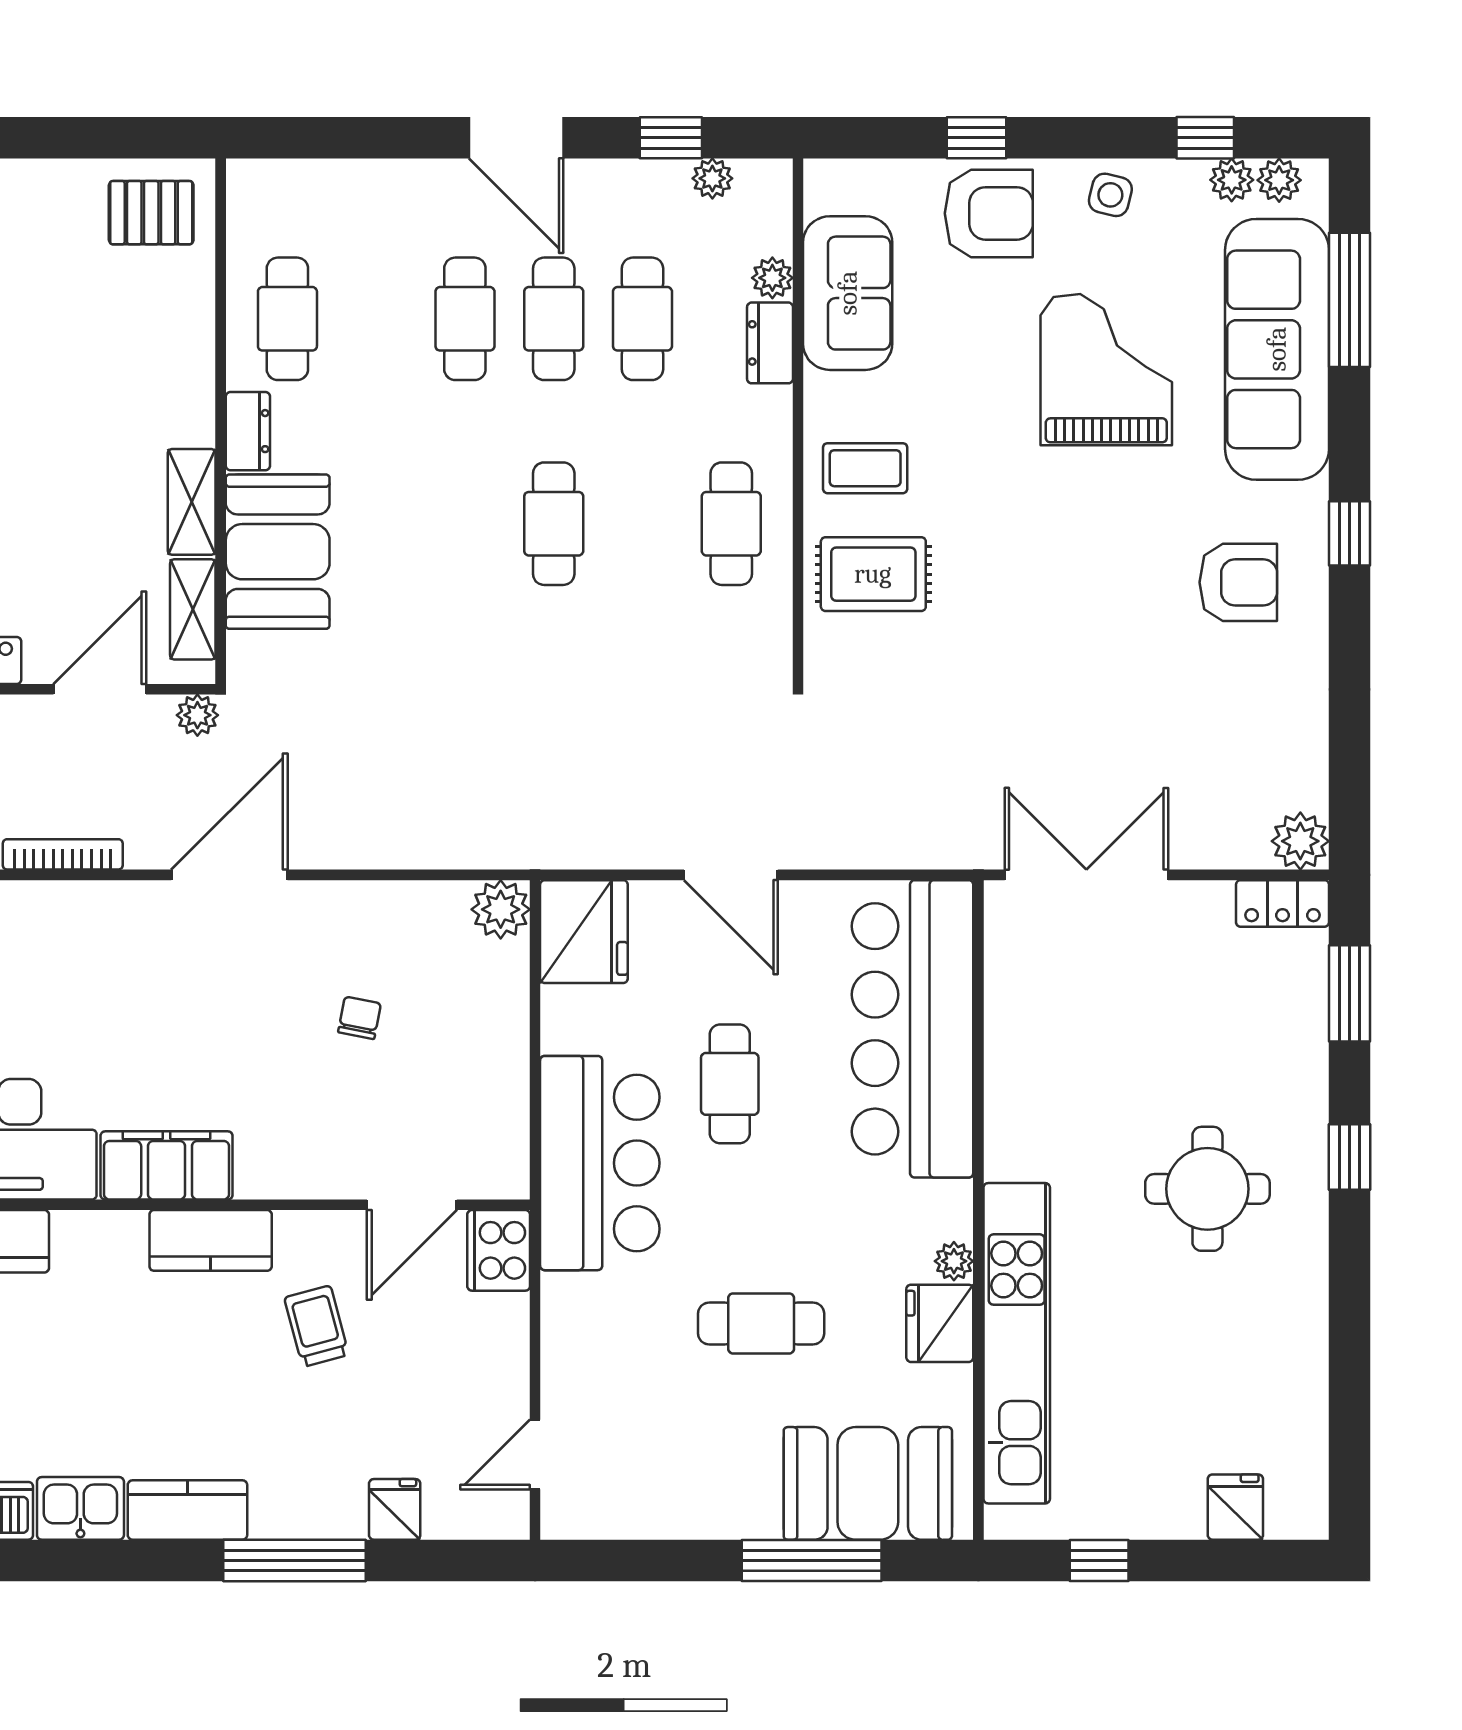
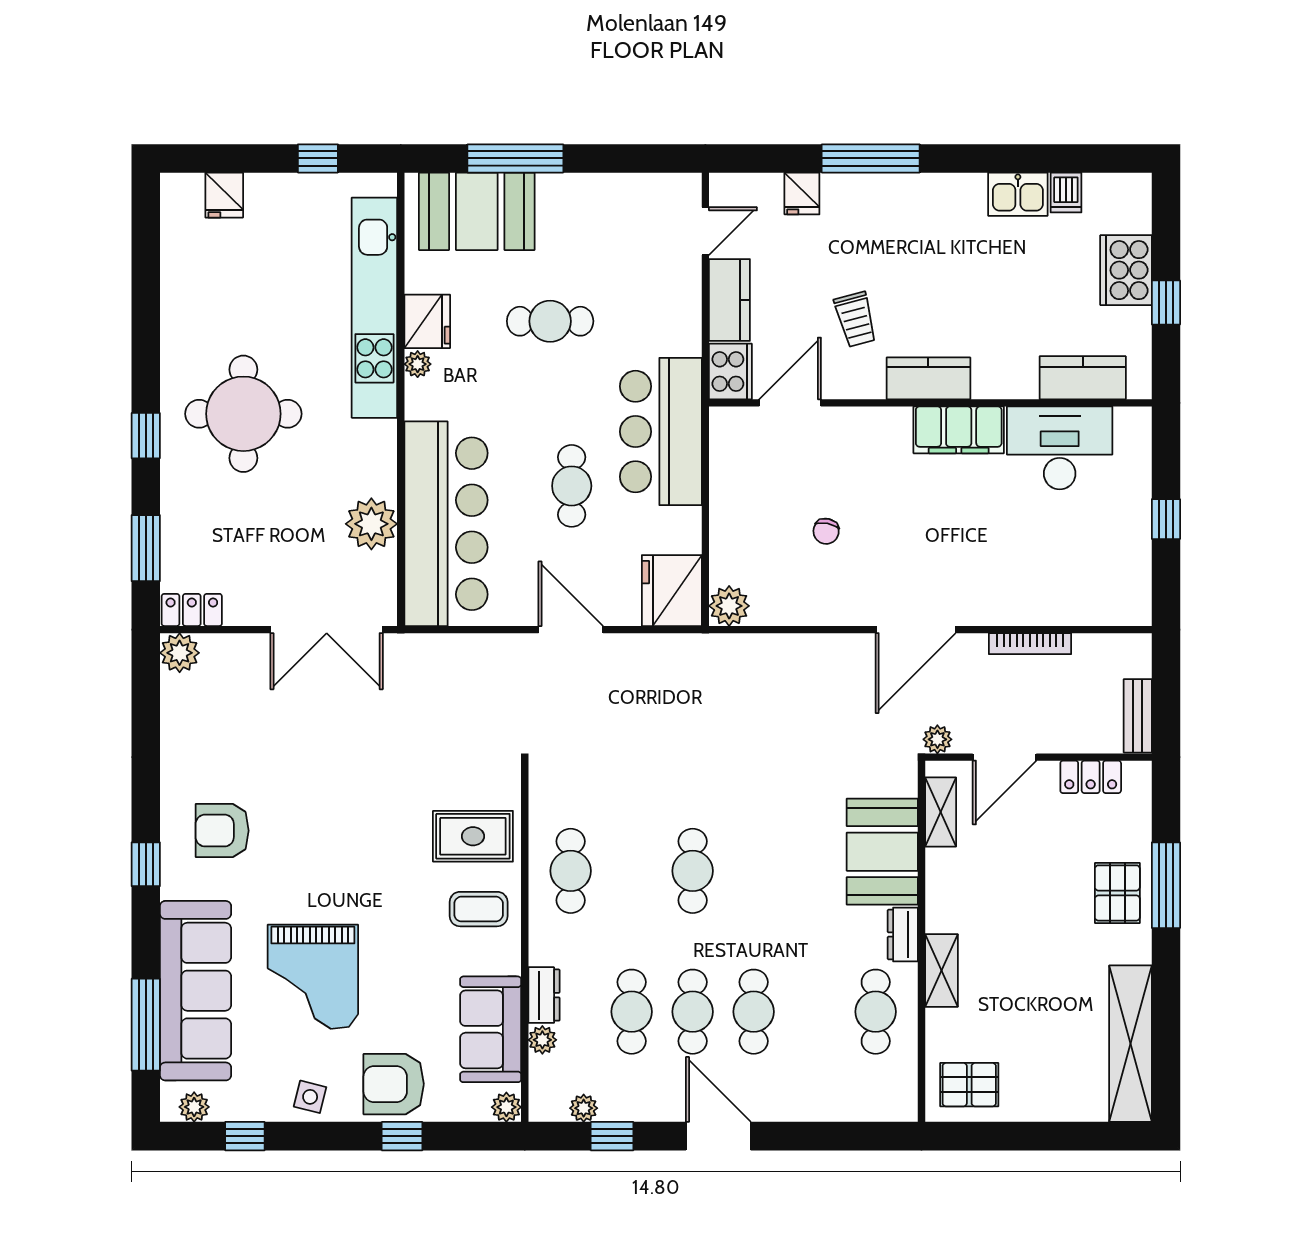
plant: (1232, 180) -> (506, 1107), moved
shelving: (192, 502) -> (941, 971), moved
plant: (1021, 1029) -> (371, 524), added
round table: (1207, 1189) -> (243, 414), width x1.36, depth x1.36
kitchen counter: (187, 1510) -> (729, 300), moved, turned -90

